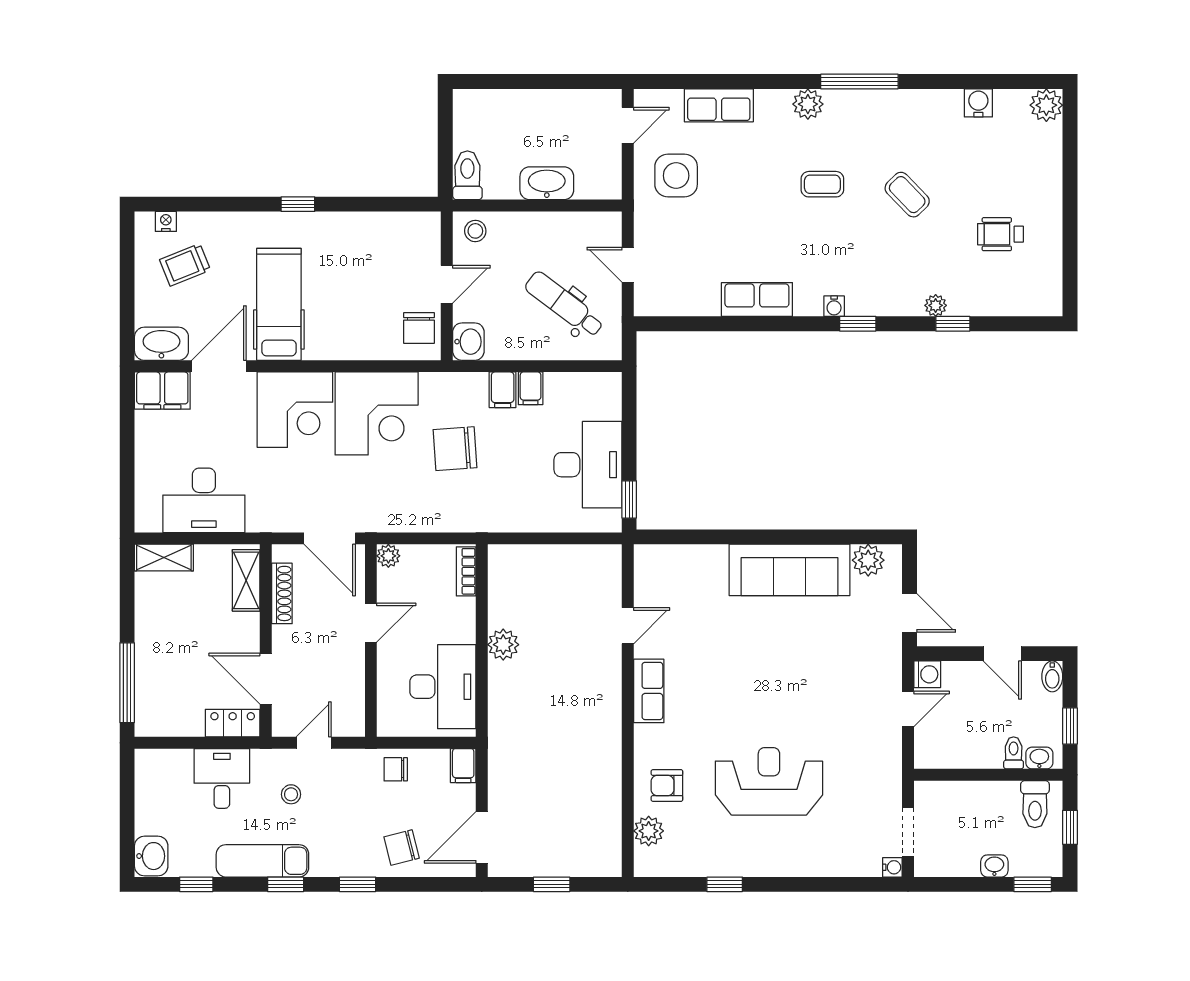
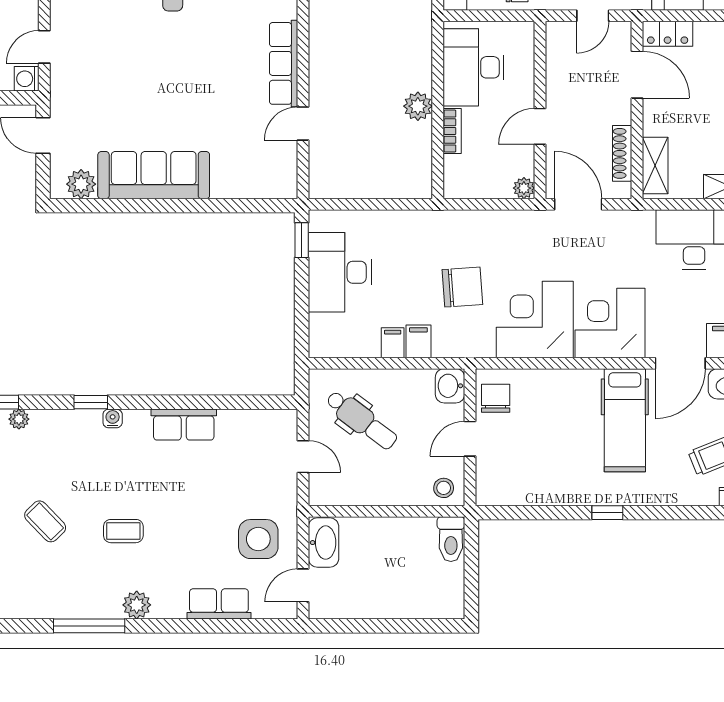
washbasin: (547, 183) -> (324, 543), moved, turned -90
bookcase: (466, 571) -> (452, 131), moved
row of seats: (649, 691) -> (284, 63), width x1.48

